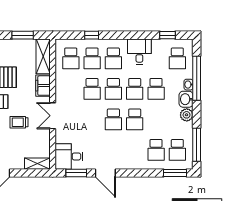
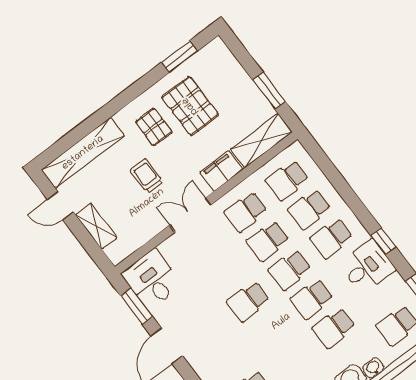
window: (92, 35) -> (383, 241), moved
school desk: (135, 119) -> (246, 212), moved
shelving: (37, 164) -> (96, 226), moved

